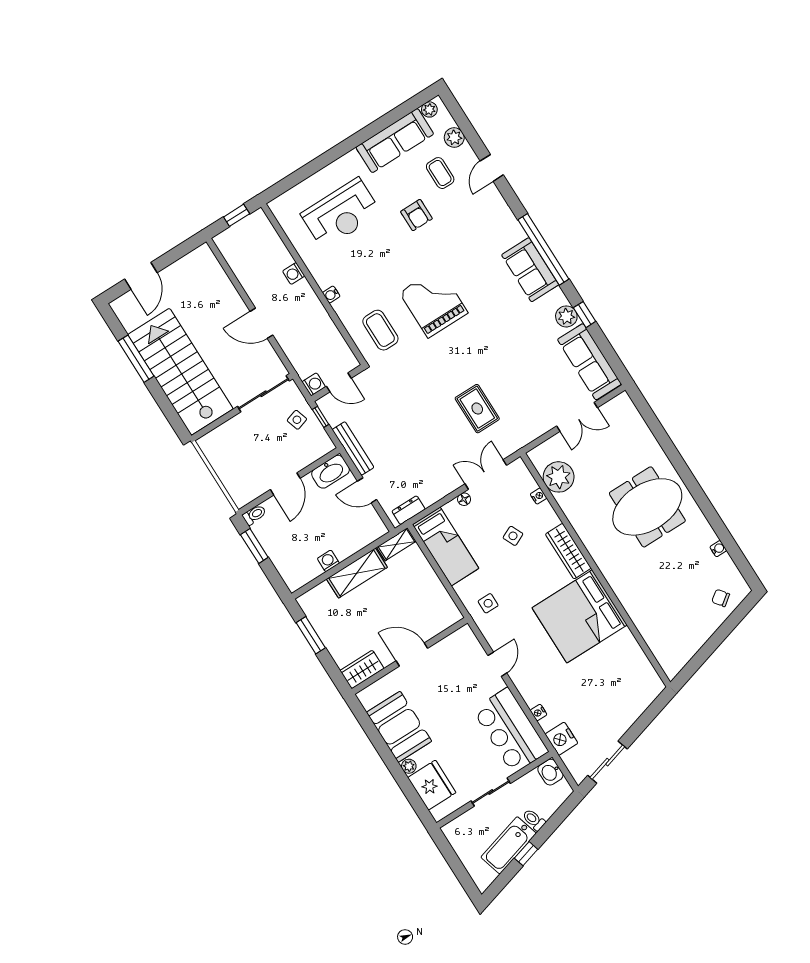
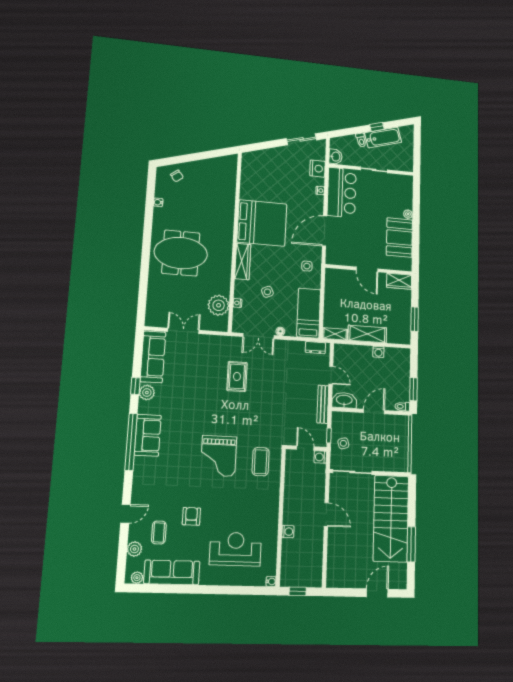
water cooler: (331, 295) -> (271, 581), moved
door: (497, 664) -> (325, 231), width x1.88
fridge: (432, 785) -> (402, 196), removed

